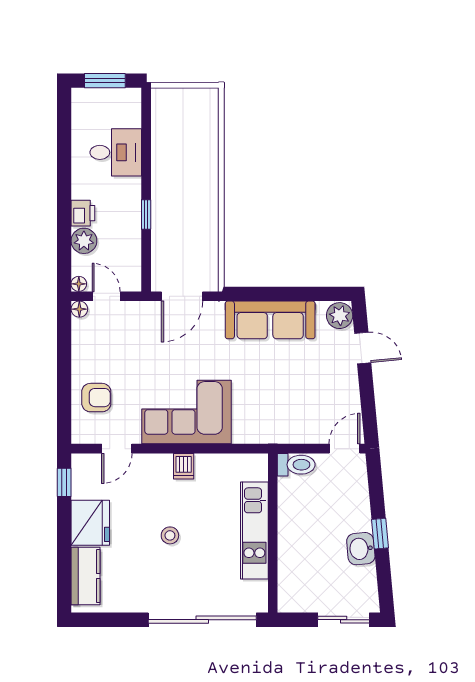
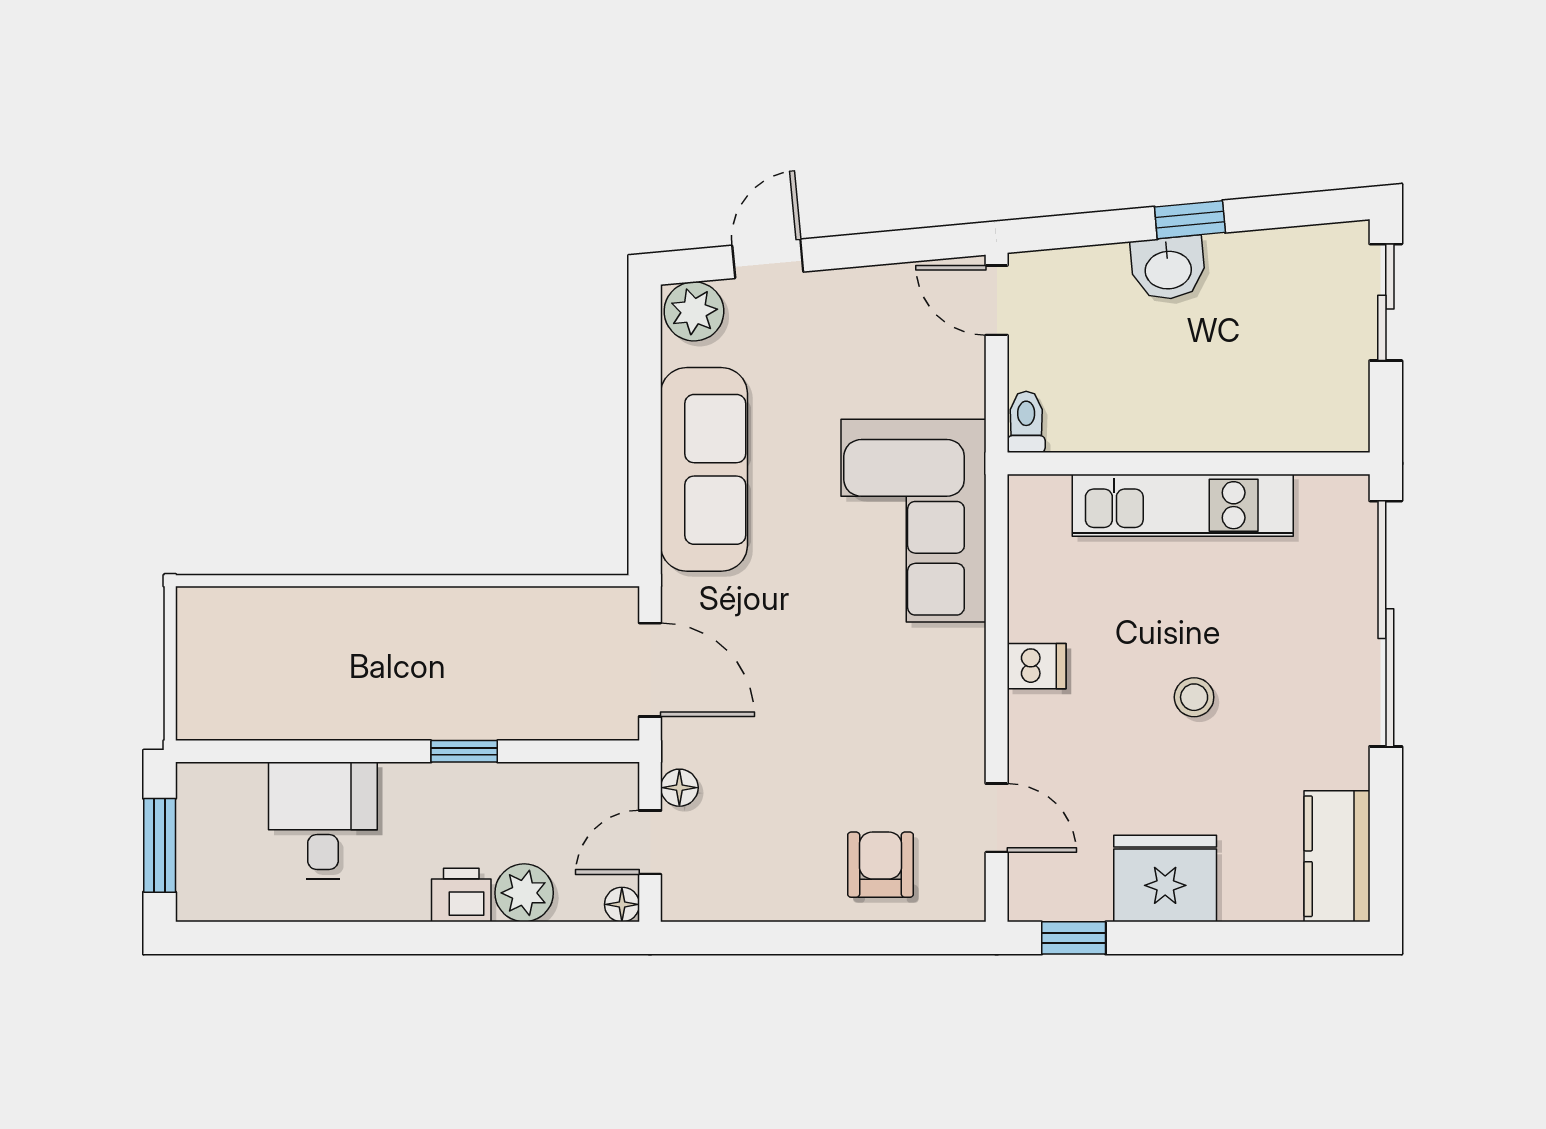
floor lamp: (79, 309) -> (679, 788), moved
corner sofa: (186, 412) -> (914, 521), moved
toilet: (296, 465) -> (1026, 422), width x0.73, depth x0.72
washbasin: (361, 549) -> (1168, 268), moved
kitchen counter: (86, 576) -> (1337, 856), moved, turned -90

